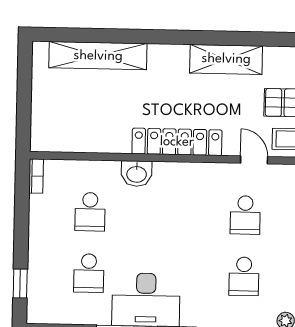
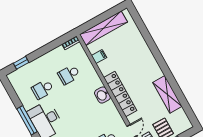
shelving: (98, 56) -> (103, 28), moved, turned 90
filing cabinet: (89, 140) -> (99, 57), added
washbasin: (137, 174) -> (102, 95), moved

